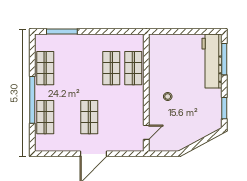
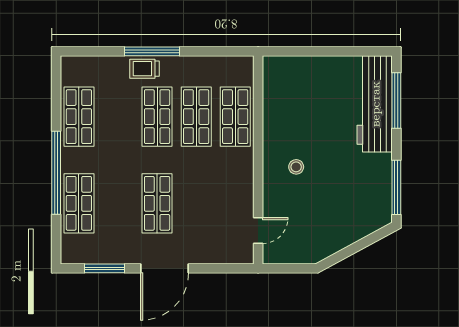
window: (62, 31) -> (152, 51), moved
trolley: (82, 41) -> (144, 69), added
shop shelf: (89, 68) -> (157, 117), added
window: (224, 108) -> (396, 187), width x1.44
window: (60, 154) -> (104, 268), added

